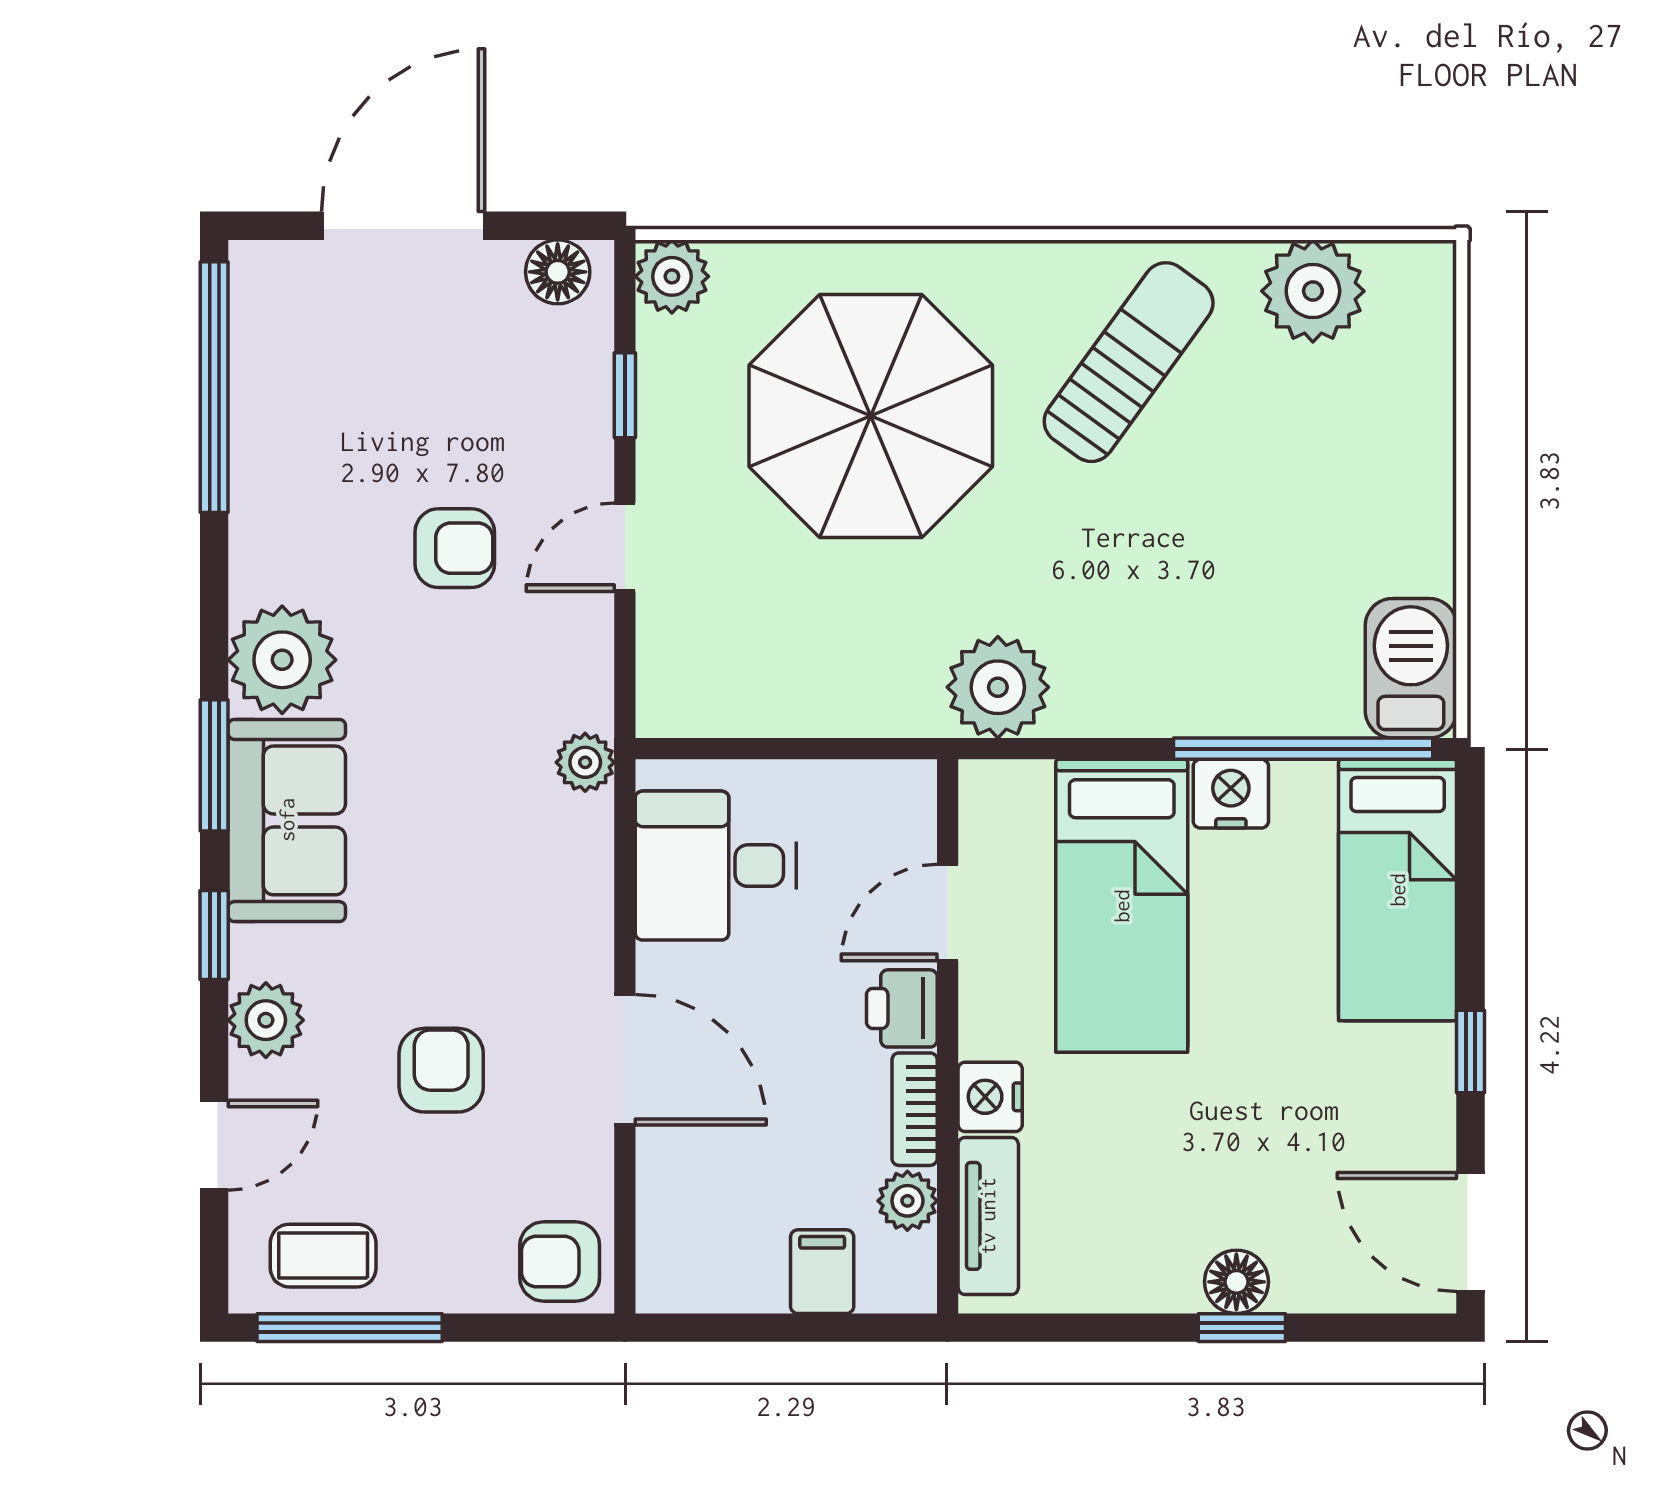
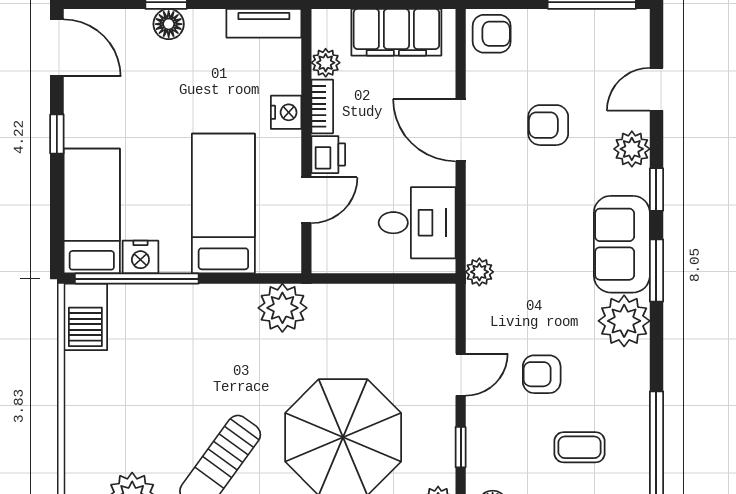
nightstand: (1231, 794) -> (140, 257), moved
armchair: (441, 1070) -> (548, 125), turned 90
tv unit: (988, 1216) -> (264, 23), moved, turned -90
coffee table: (323, 1256) -> (580, 447), moved
filing cabinet: (822, 1272) -> (396, 32), width x3.00, depth x1.17

